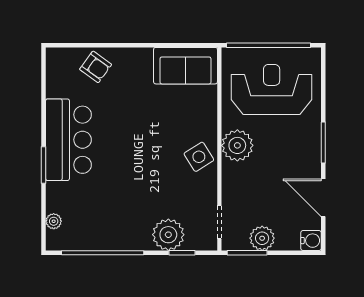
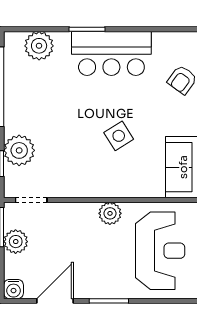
plant: (237, 145) -> (110, 213), width x0.73, depth x0.73
side table: (199, 157) -> (119, 136), moved
plant: (54, 221) -> (39, 46), width x1.88, depth x1.88

